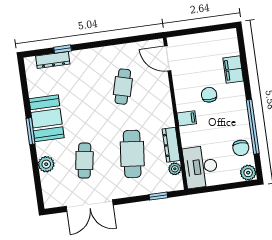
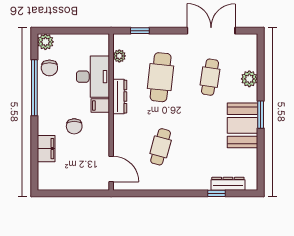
dresser: (171, 145) -> (120, 97), moved
chair: (241, 148) -> (49, 68), turned 180
desk: (201, 167) -> (93, 77), moved

